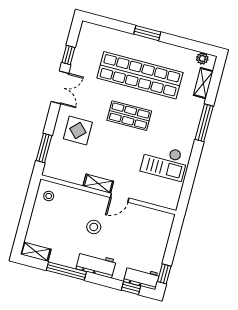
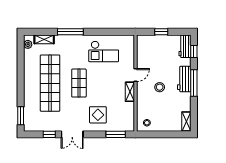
window: (147, 33) -> (21, 116), moved
double door: (60, 87) -> (72, 134), swing flipped
checkout: (164, 162) -> (104, 51), turned 90
door: (120, 198) -> (135, 75), hinge flipped
window: (66, 271) -> (194, 83), moved
window: (164, 274) -> (161, 32), moved

